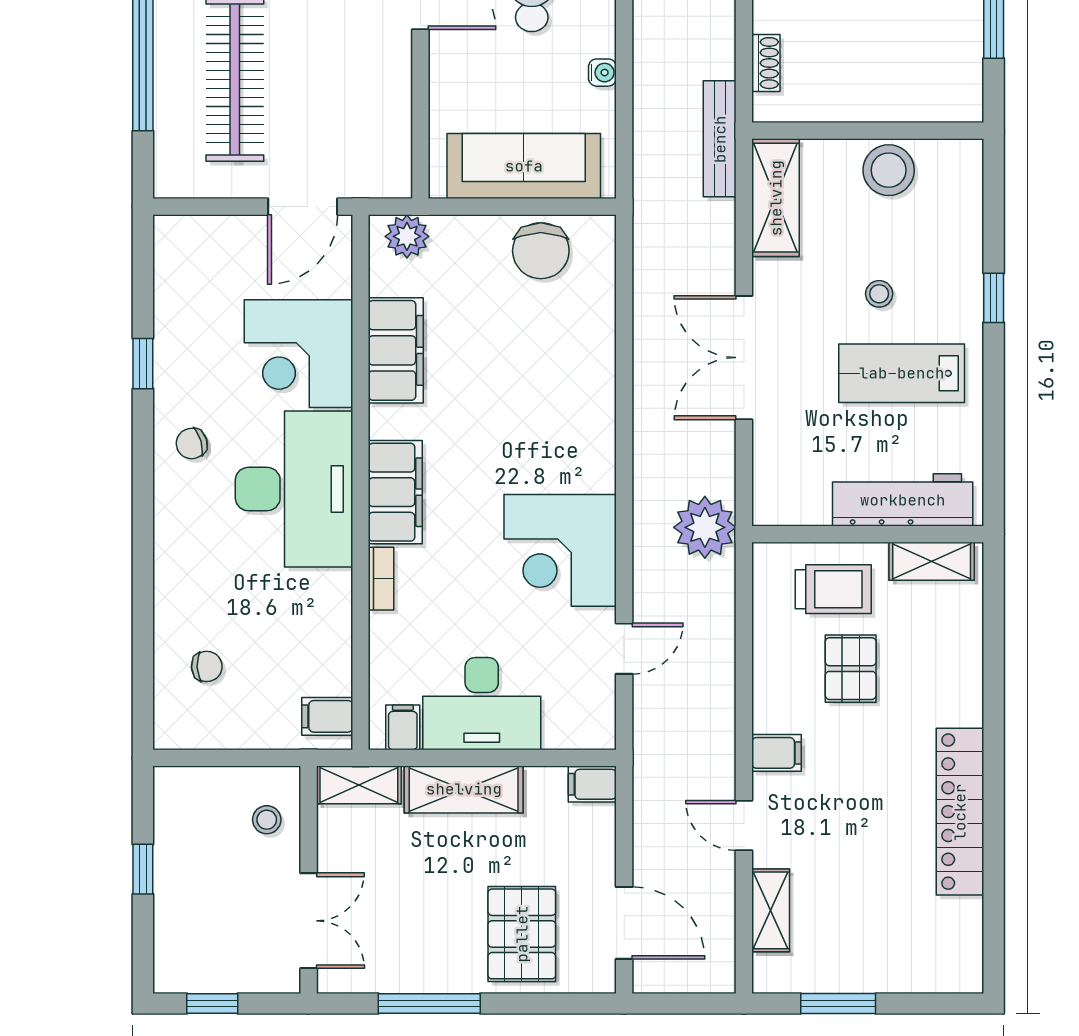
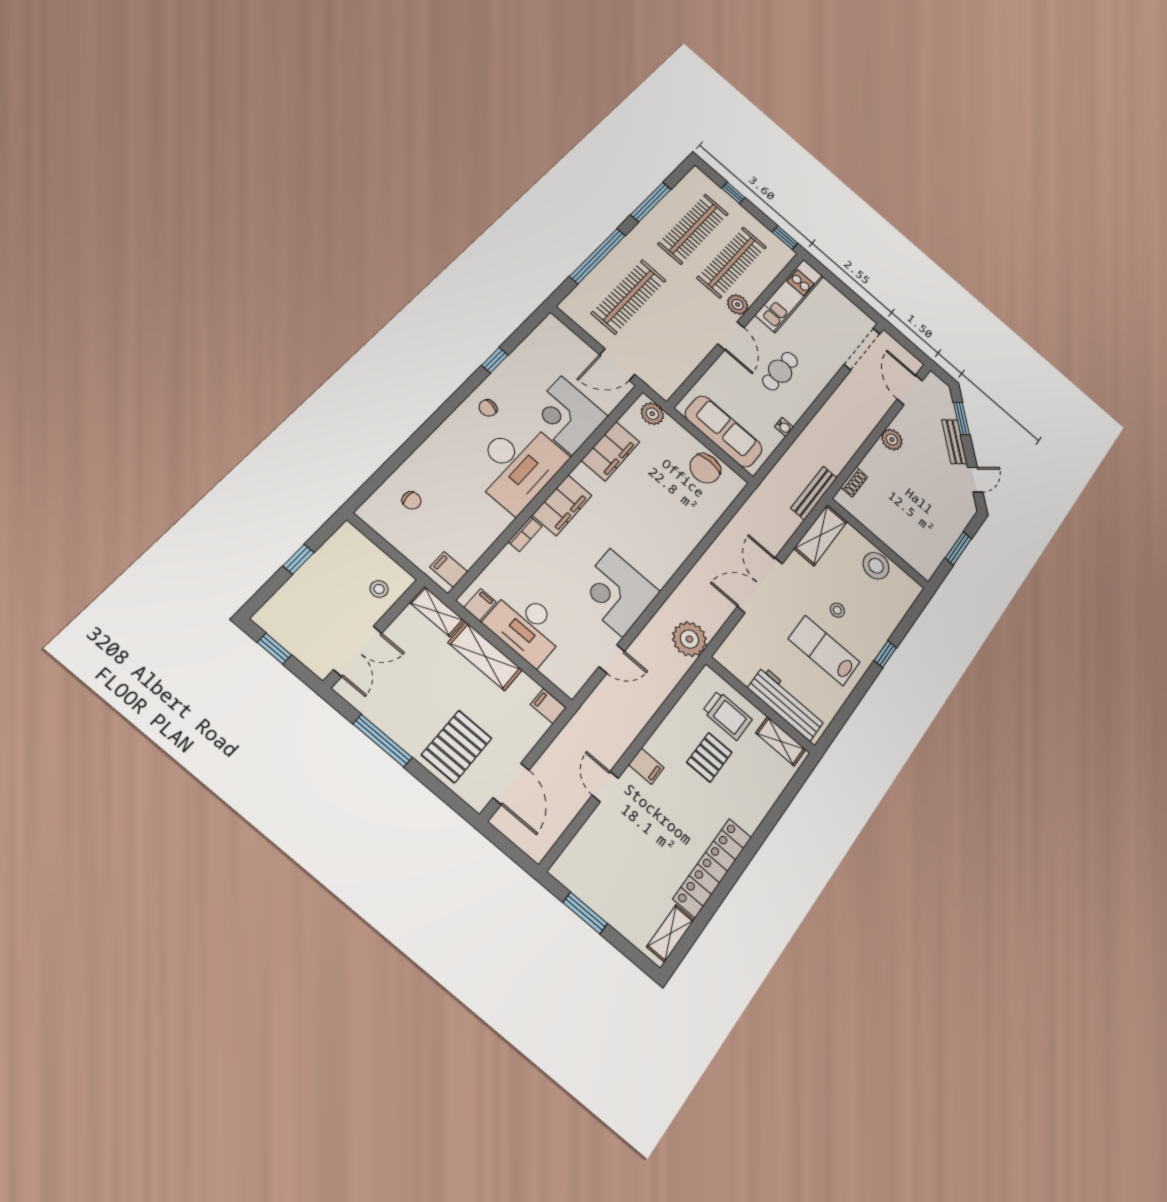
chair: (192, 443) -> (488, 408), turned -62
shelving: (771, 910) -> (670, 933), moved

